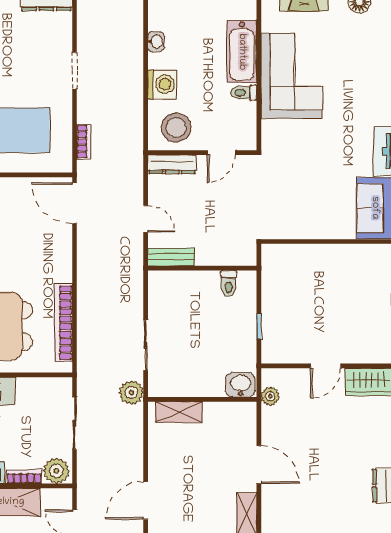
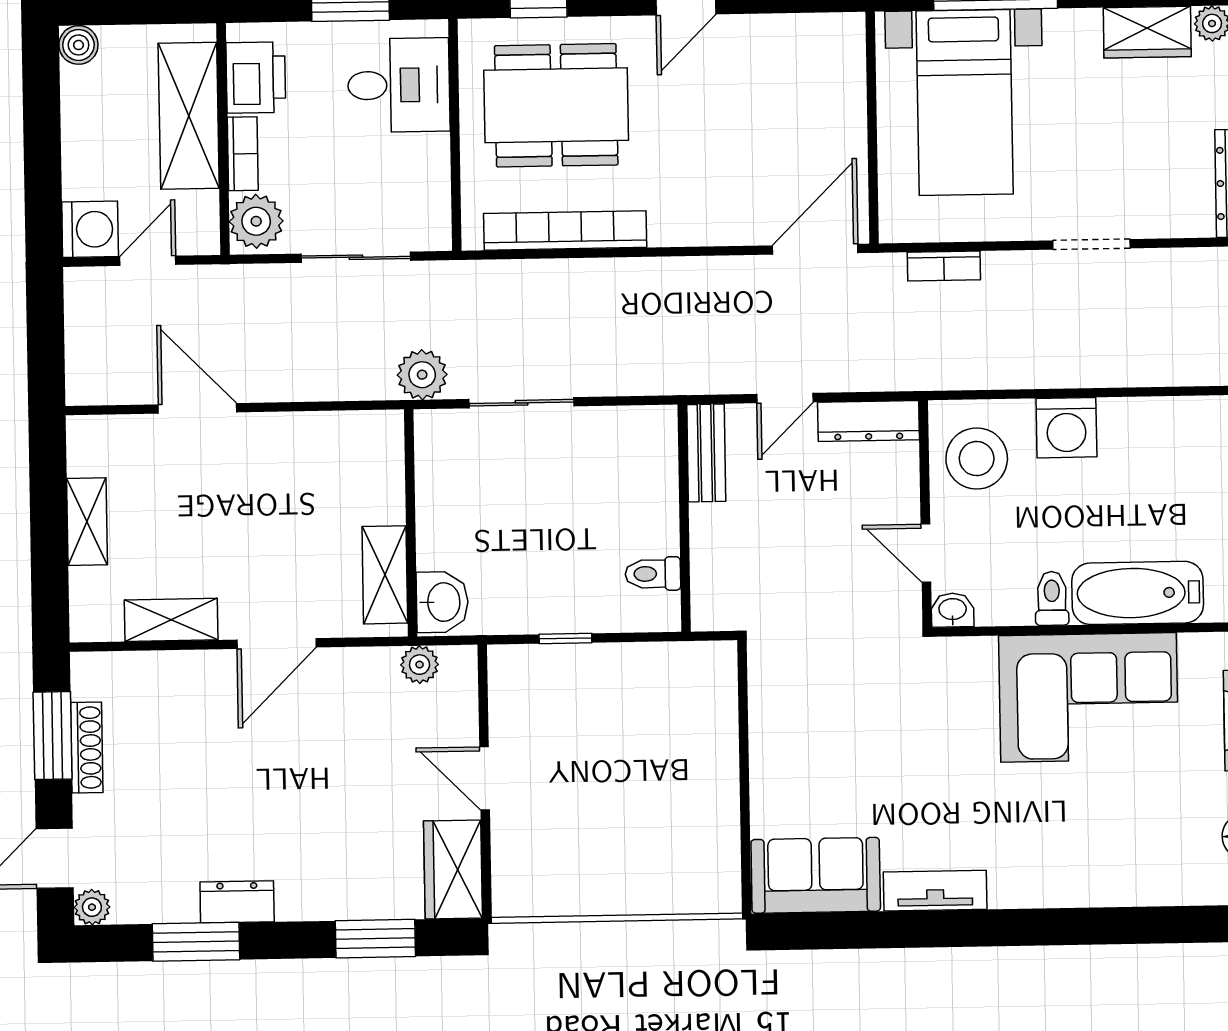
washbasin: (156, 41) -> (953, 610), moved, turned 180
dresser: (172, 164) -> (868, 421), moved, turned -90
shelving: (179, 412) -> (385, 575), moved

